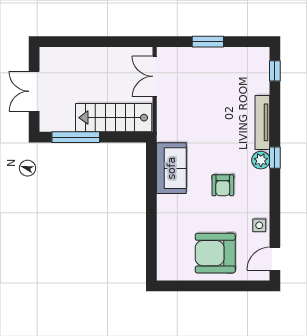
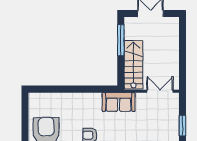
sofa: (171, 168) -> (119, 102), moved

